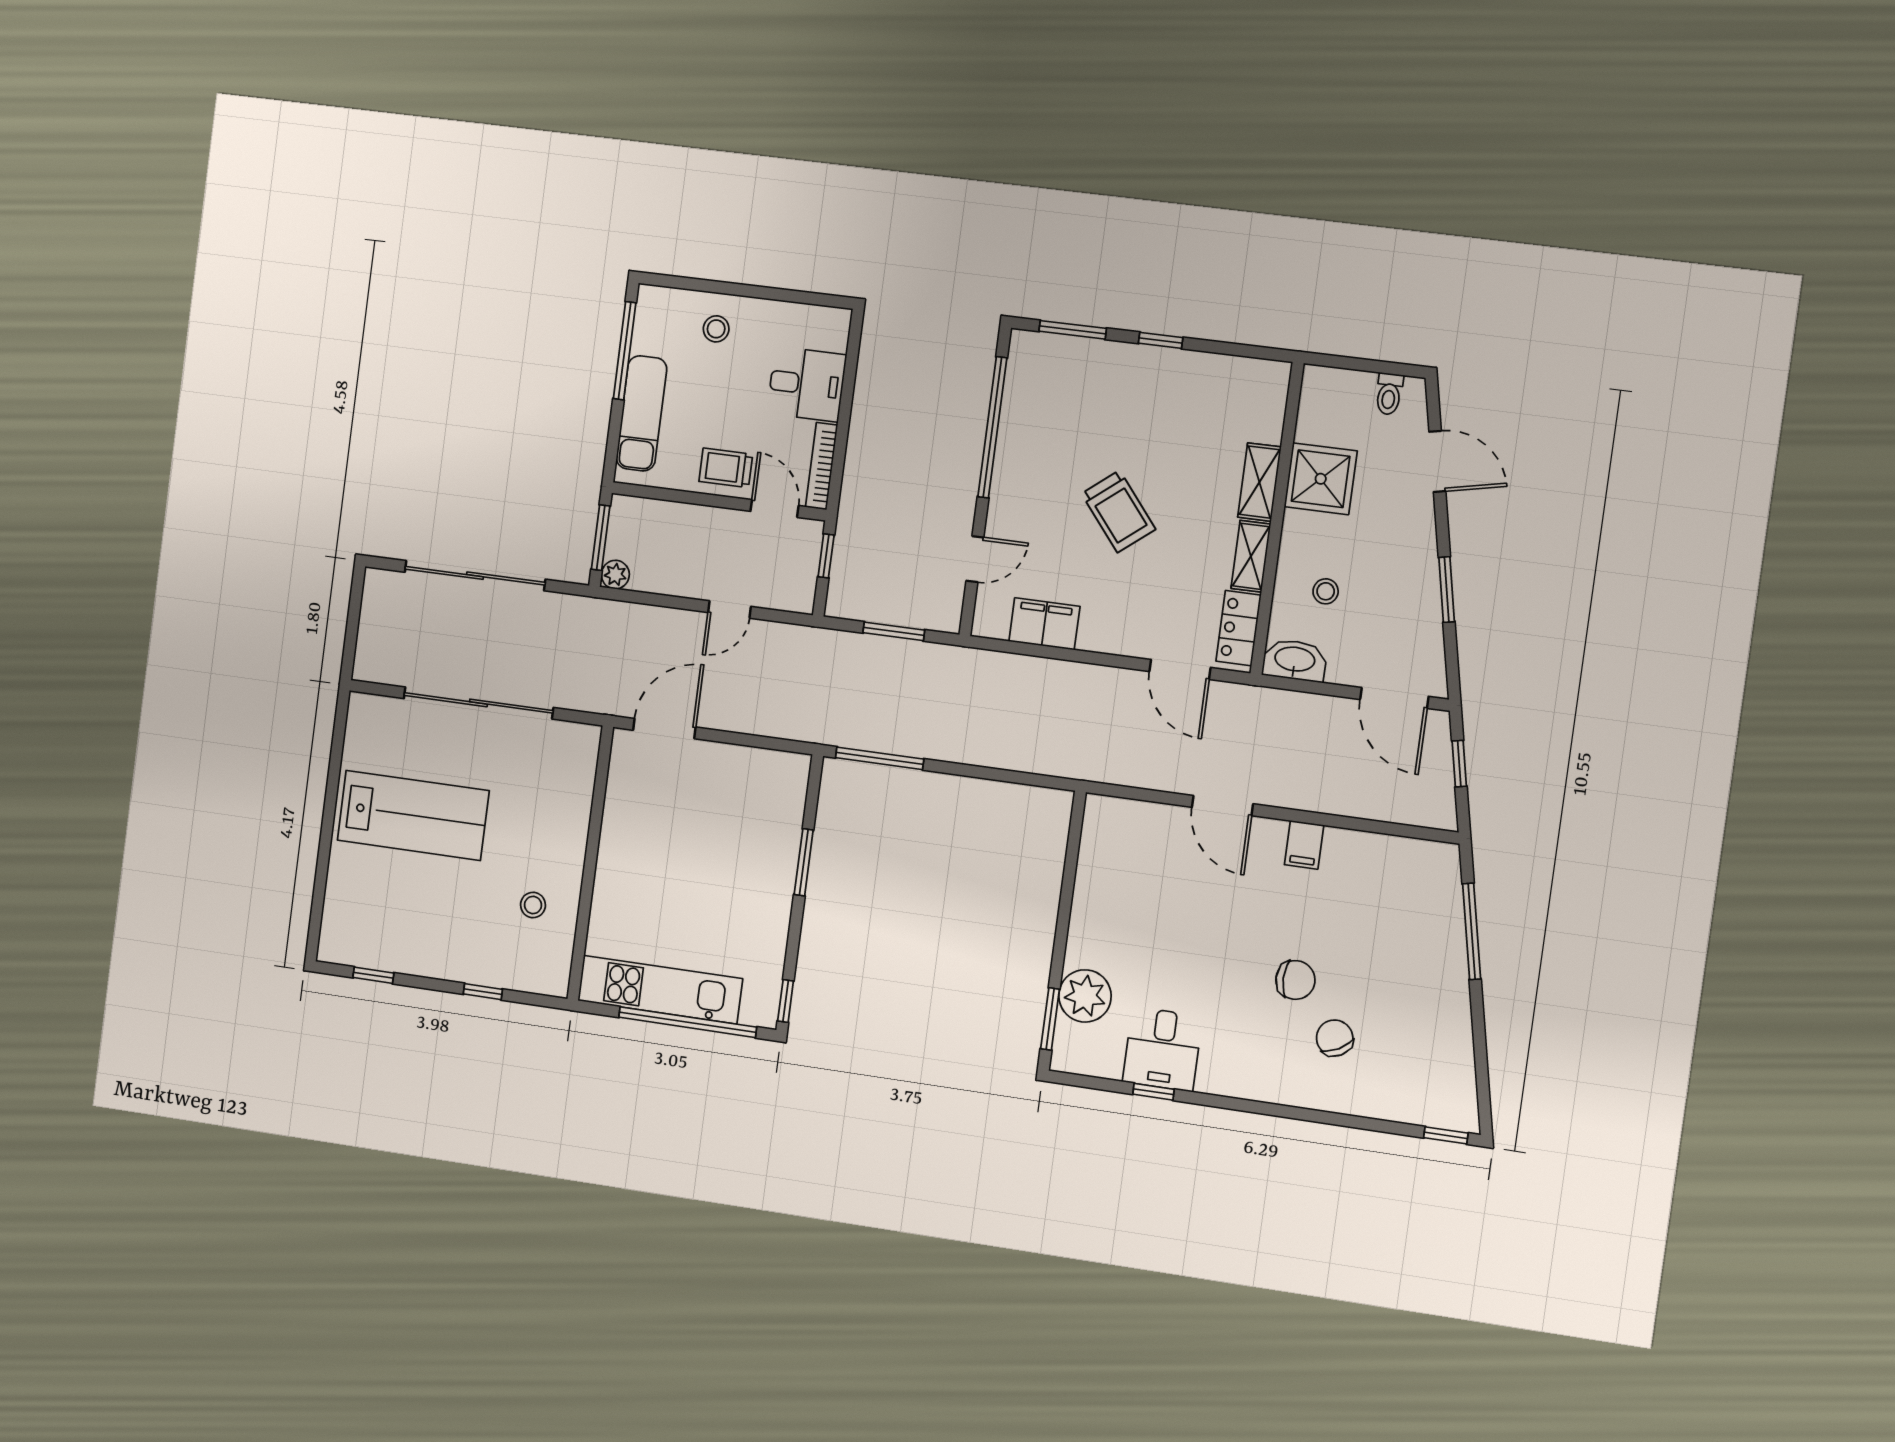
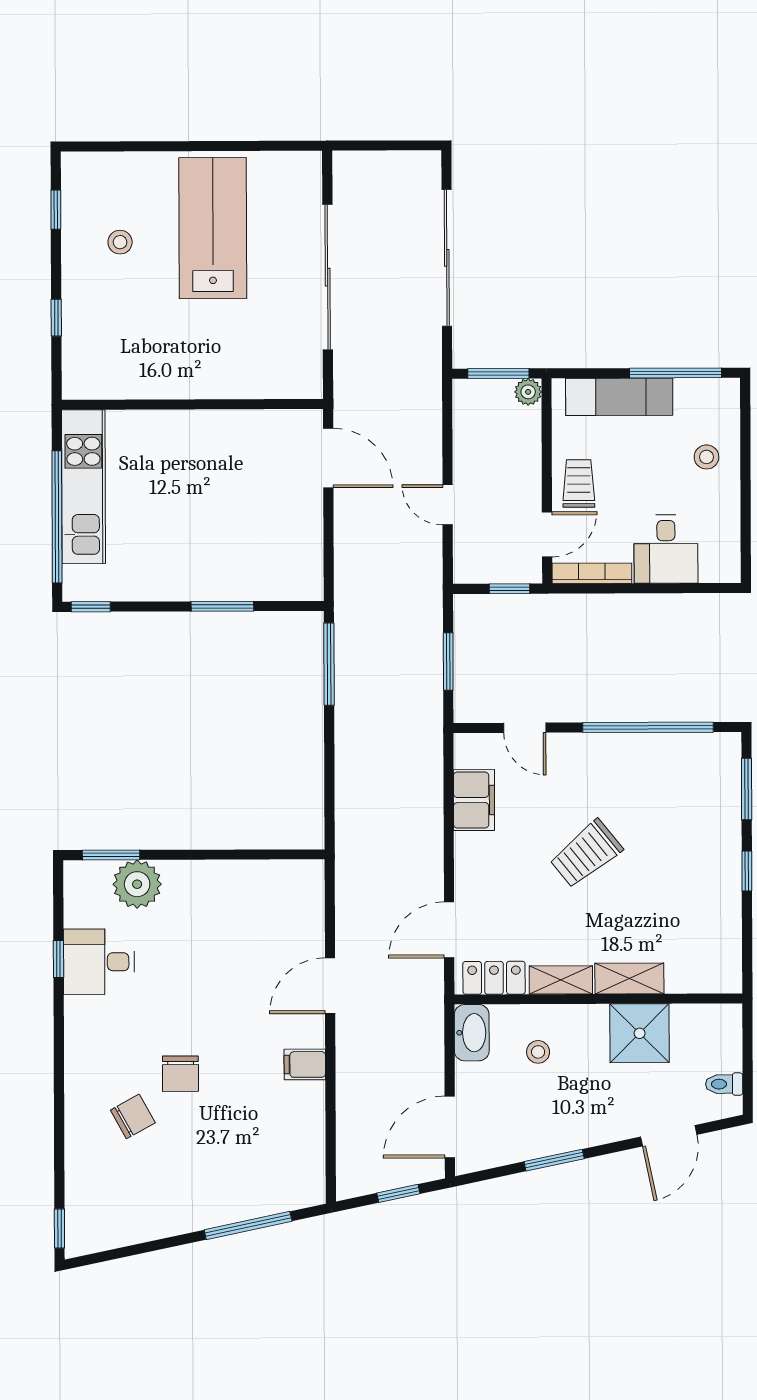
plant: (615, 575) -> (528, 392), moved
lab bench: (413, 815) -> (213, 228), turned 180
stool: (533, 905) -> (120, 242), moved

